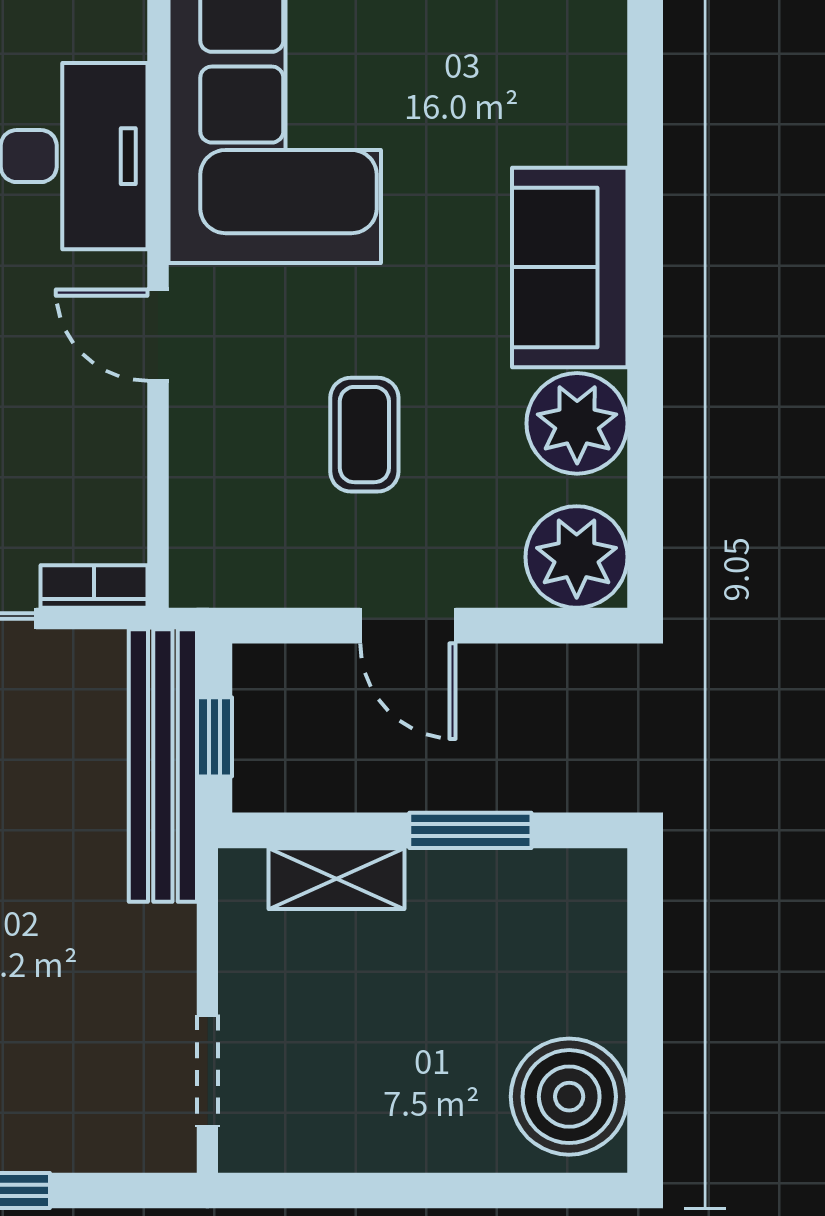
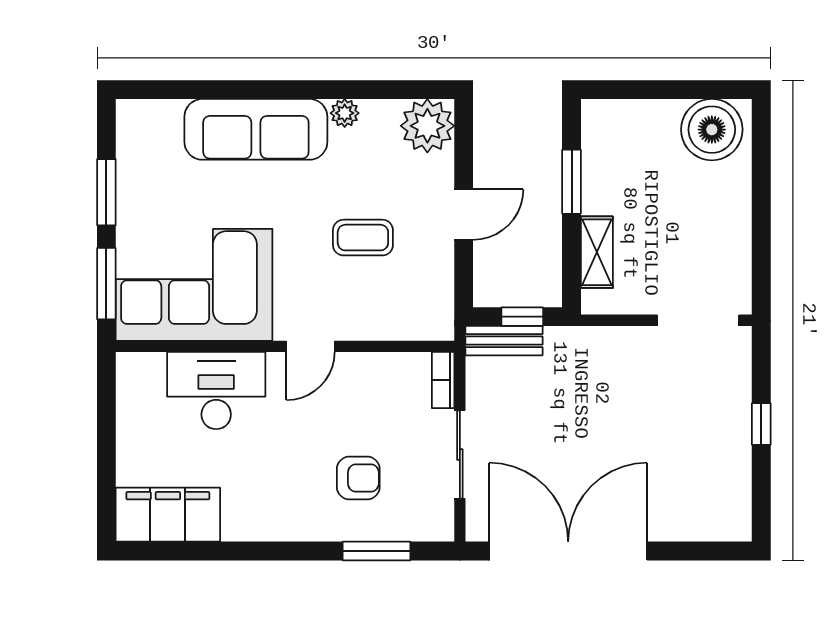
sofa: (570, 267) -> (256, 129), width x1.36
plant: (577, 423) -> (345, 113), width x0.53, depth x0.53
bench: (163, 766) -> (504, 341), width x0.54, depth x0.82
doorway: (207, 1071) -> (698, 320), width x1.38

